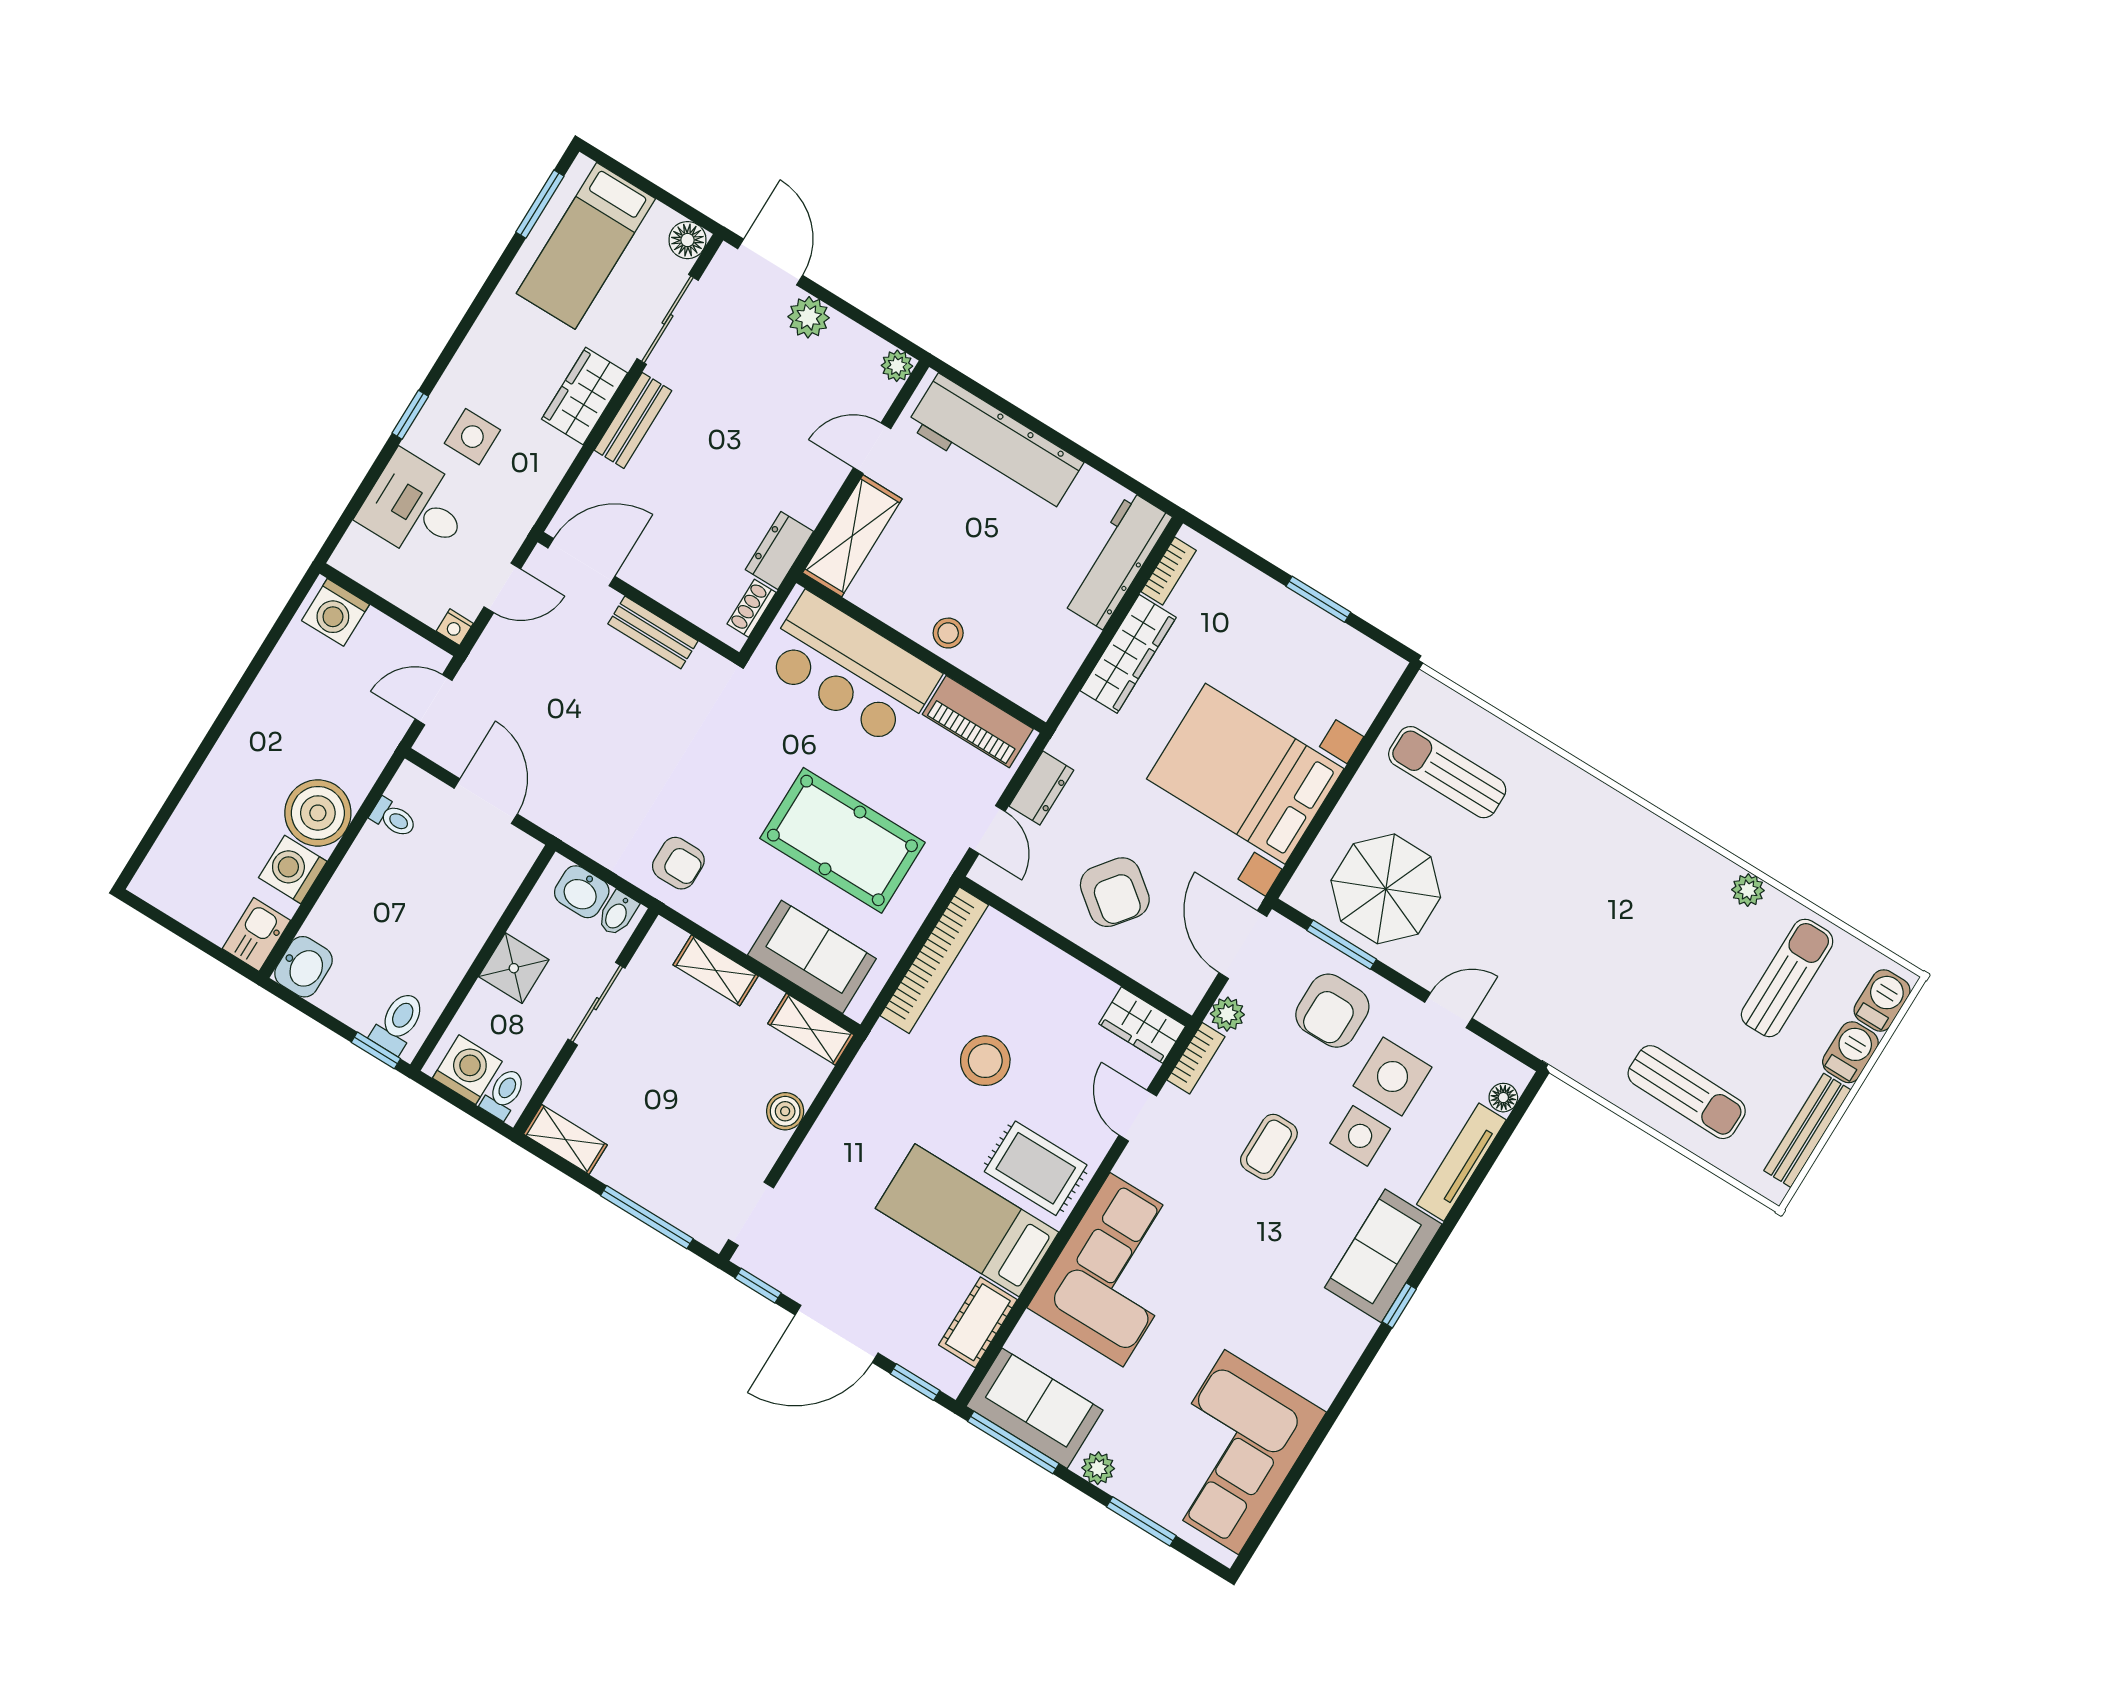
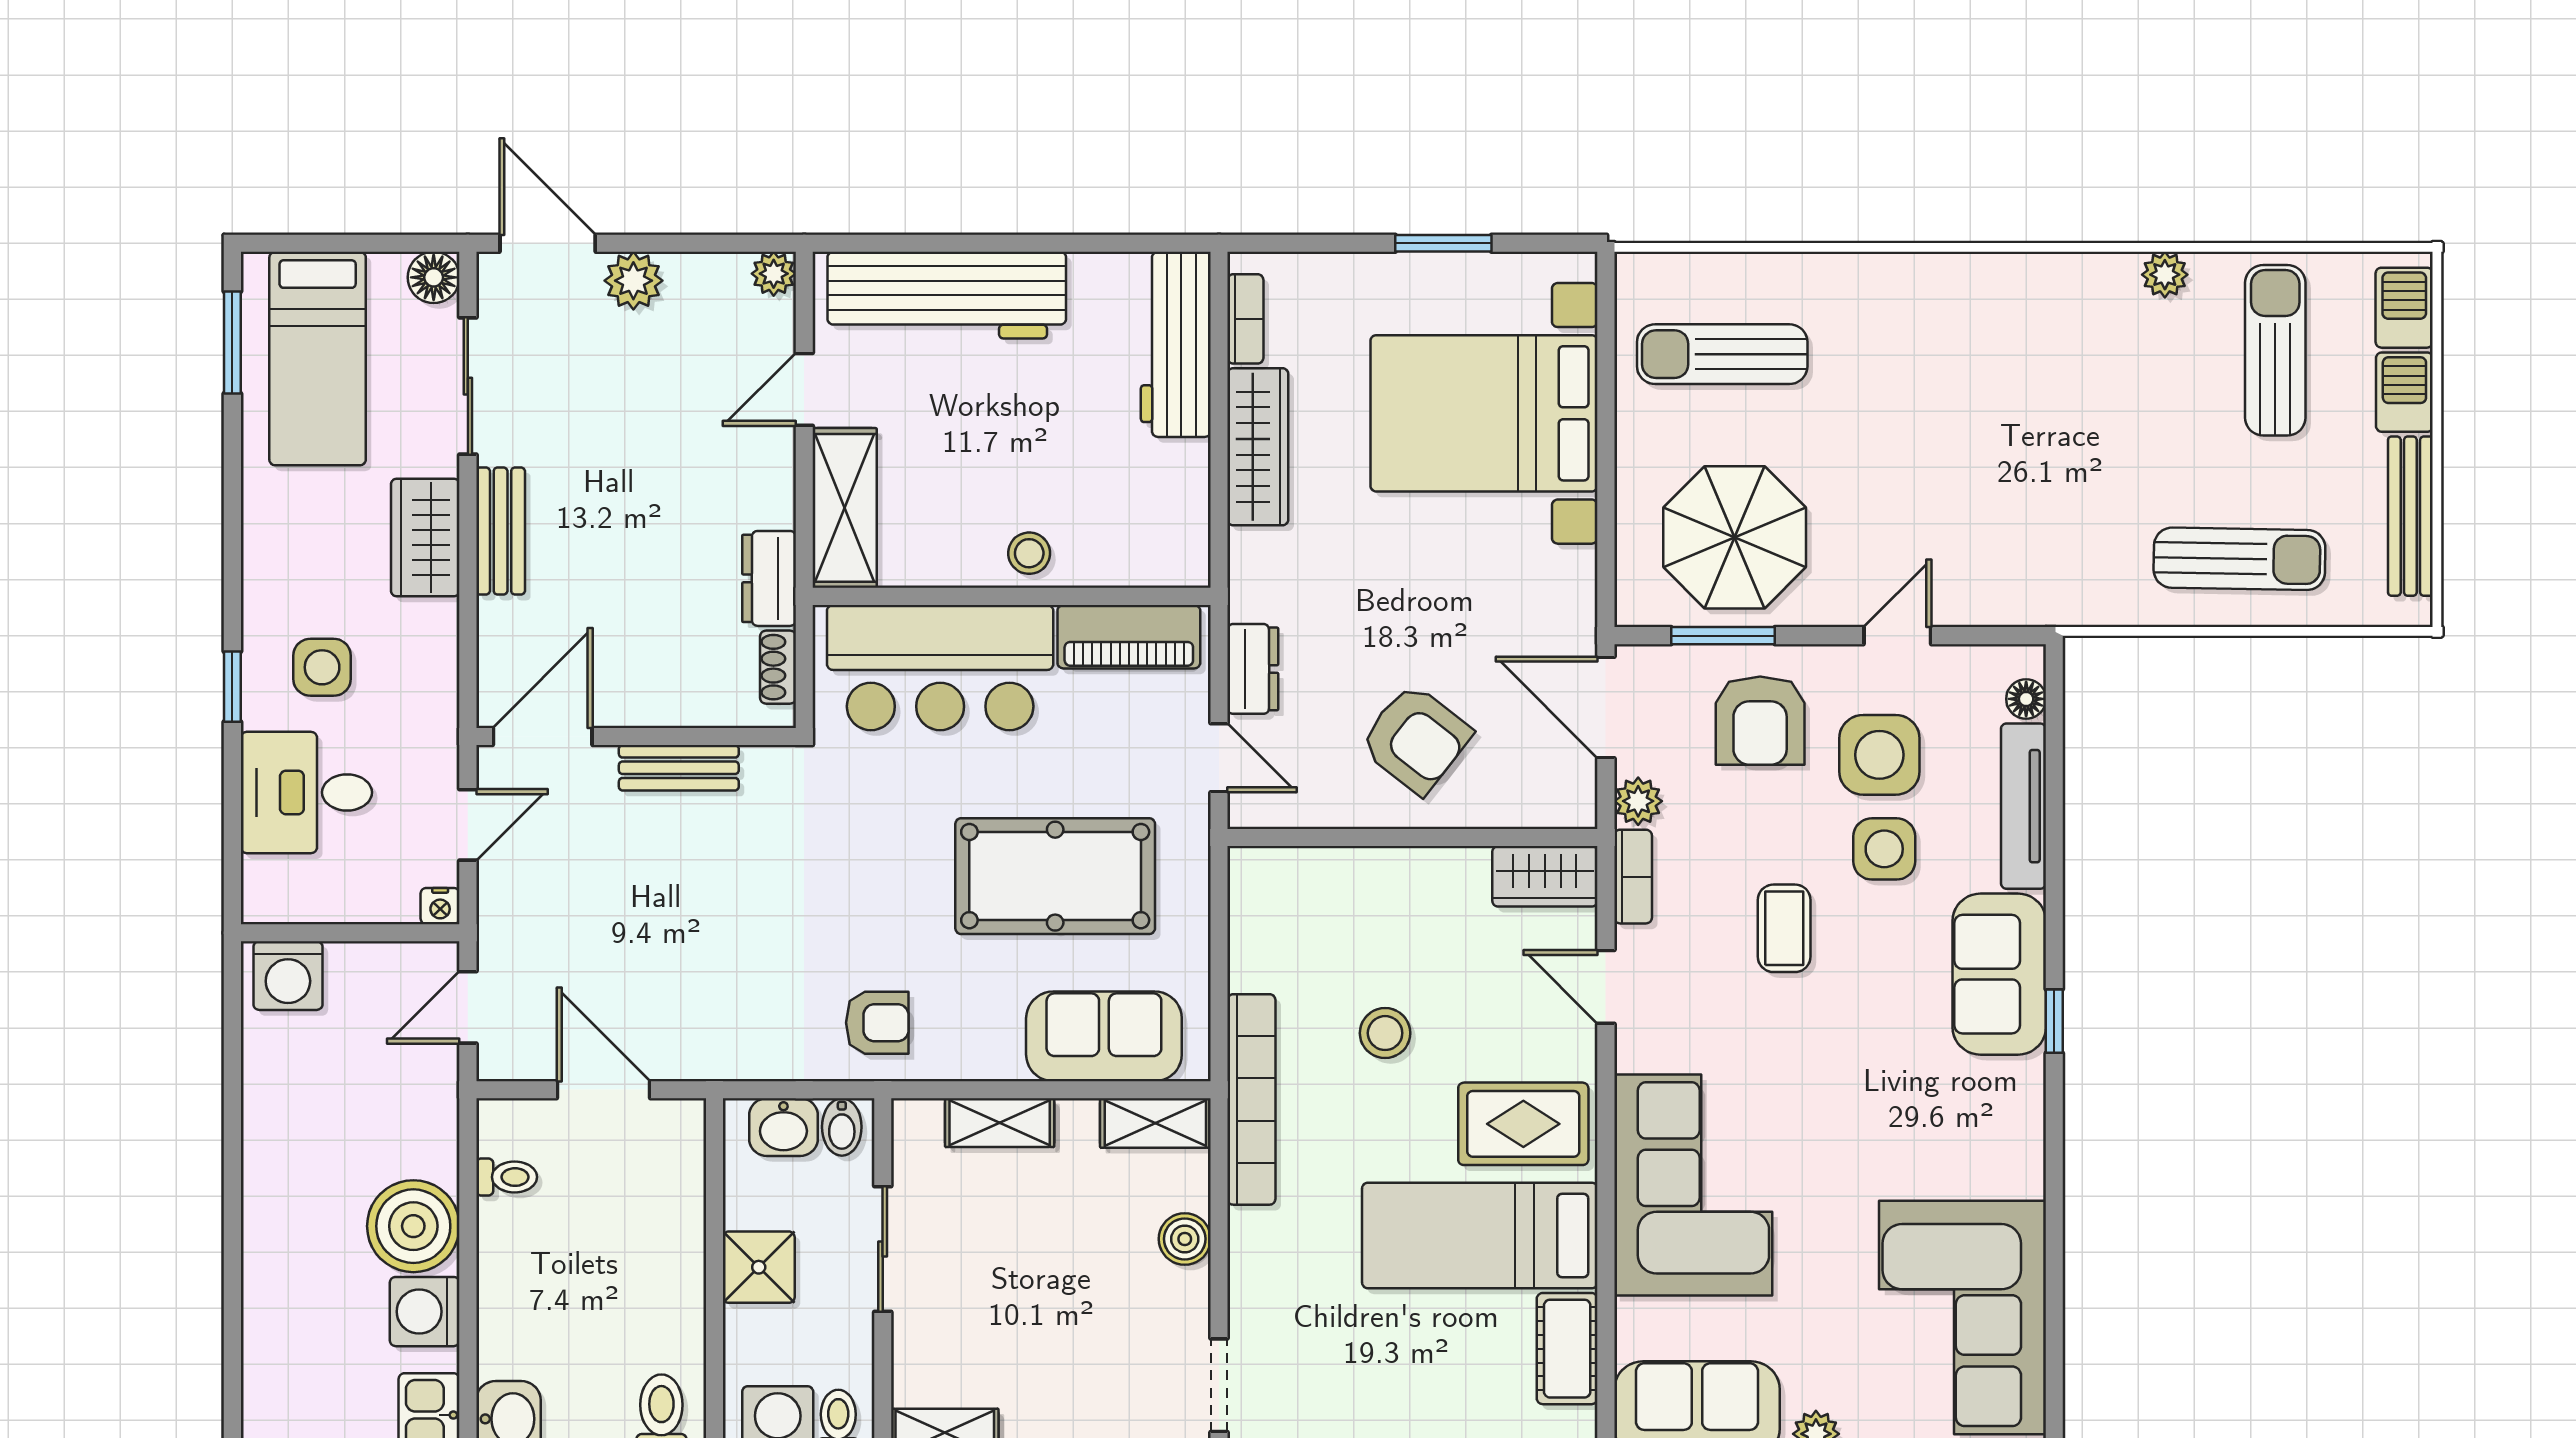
bed with nightstands: (1245, 774) -> (1484, 413), moved
bookcase: (934, 960) -> (1251, 1099), moved
stool: (985, 1061) -> (1385, 1033), width x0.73, depth x0.73

